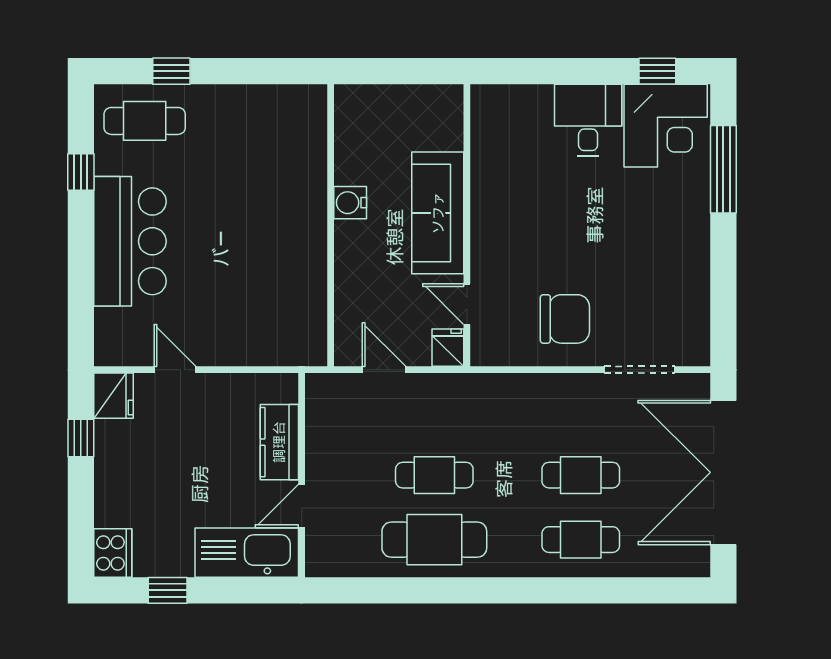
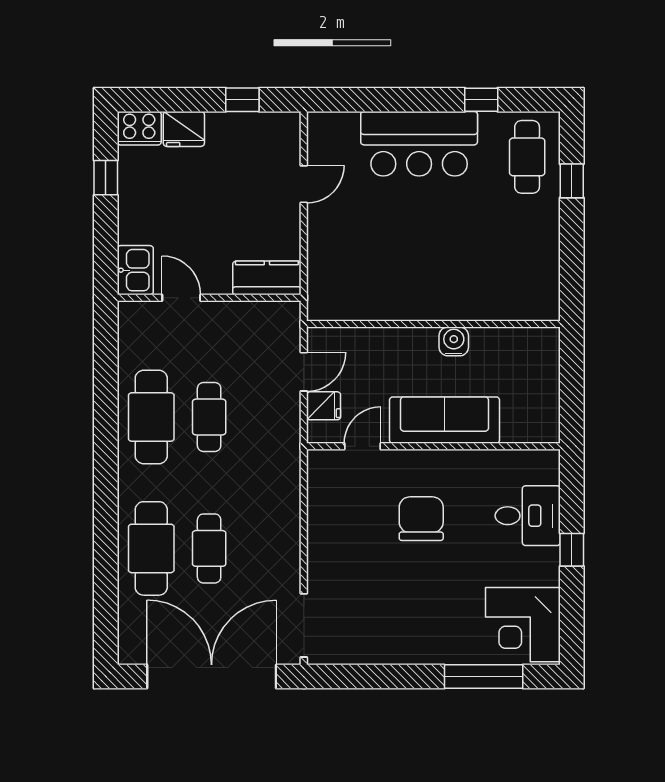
window: (657, 71) -> (572, 550), moved
desk: (588, 120) -> (528, 516), moved
chair: (565, 319) -> (421, 519), moved, turned 180
fridge: (448, 348) -> (324, 406), moved
doorway: (640, 370) -> (304, 625), moved
fridge: (113, 396) -> (184, 129), moved
kitchen counter: (279, 442) -> (267, 278), moved
cafe table: (581, 540) -> (151, 548), width x1.37, depth x1.35
kitchen sink: (247, 553) -> (135, 270), width x0.53, depth x0.81

